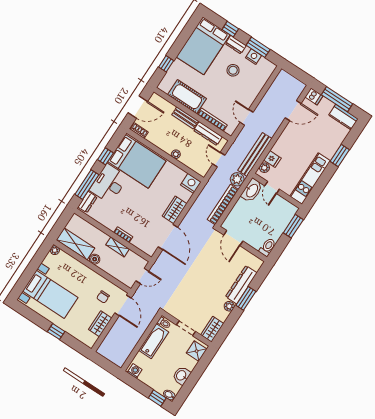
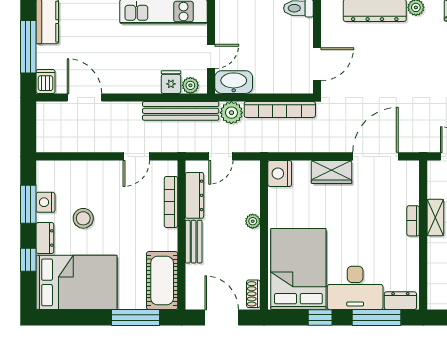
window: (166, 64) -> (136, 317), width x2.17
cot: (187, 97) -> (162, 281), moved

